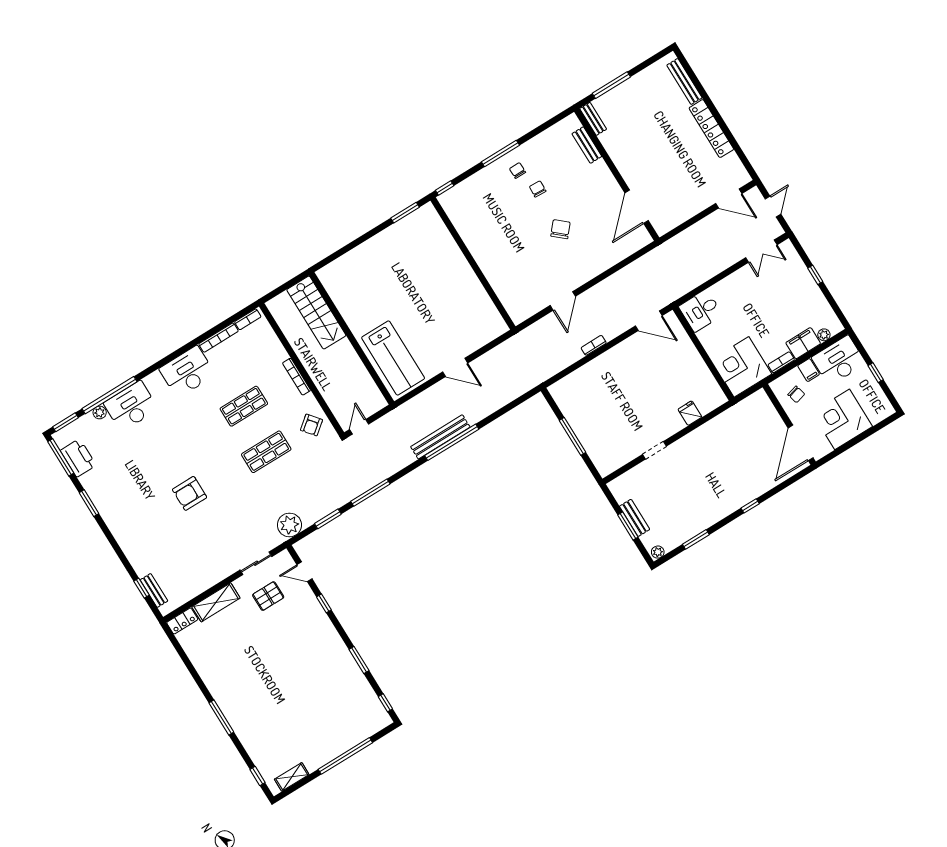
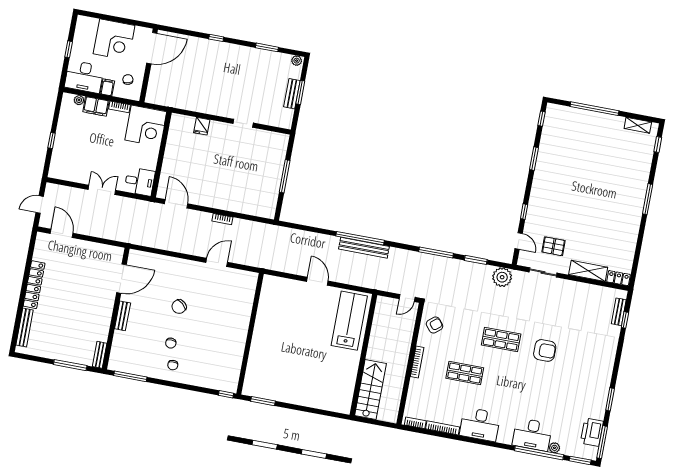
bench: (587, 145) -> (123, 316), moved
window: (500, 154) -> (130, 376), moved
double door: (761, 251) -> (102, 190), moved
shop shelf: (266, 452) -> (501, 340), moved

